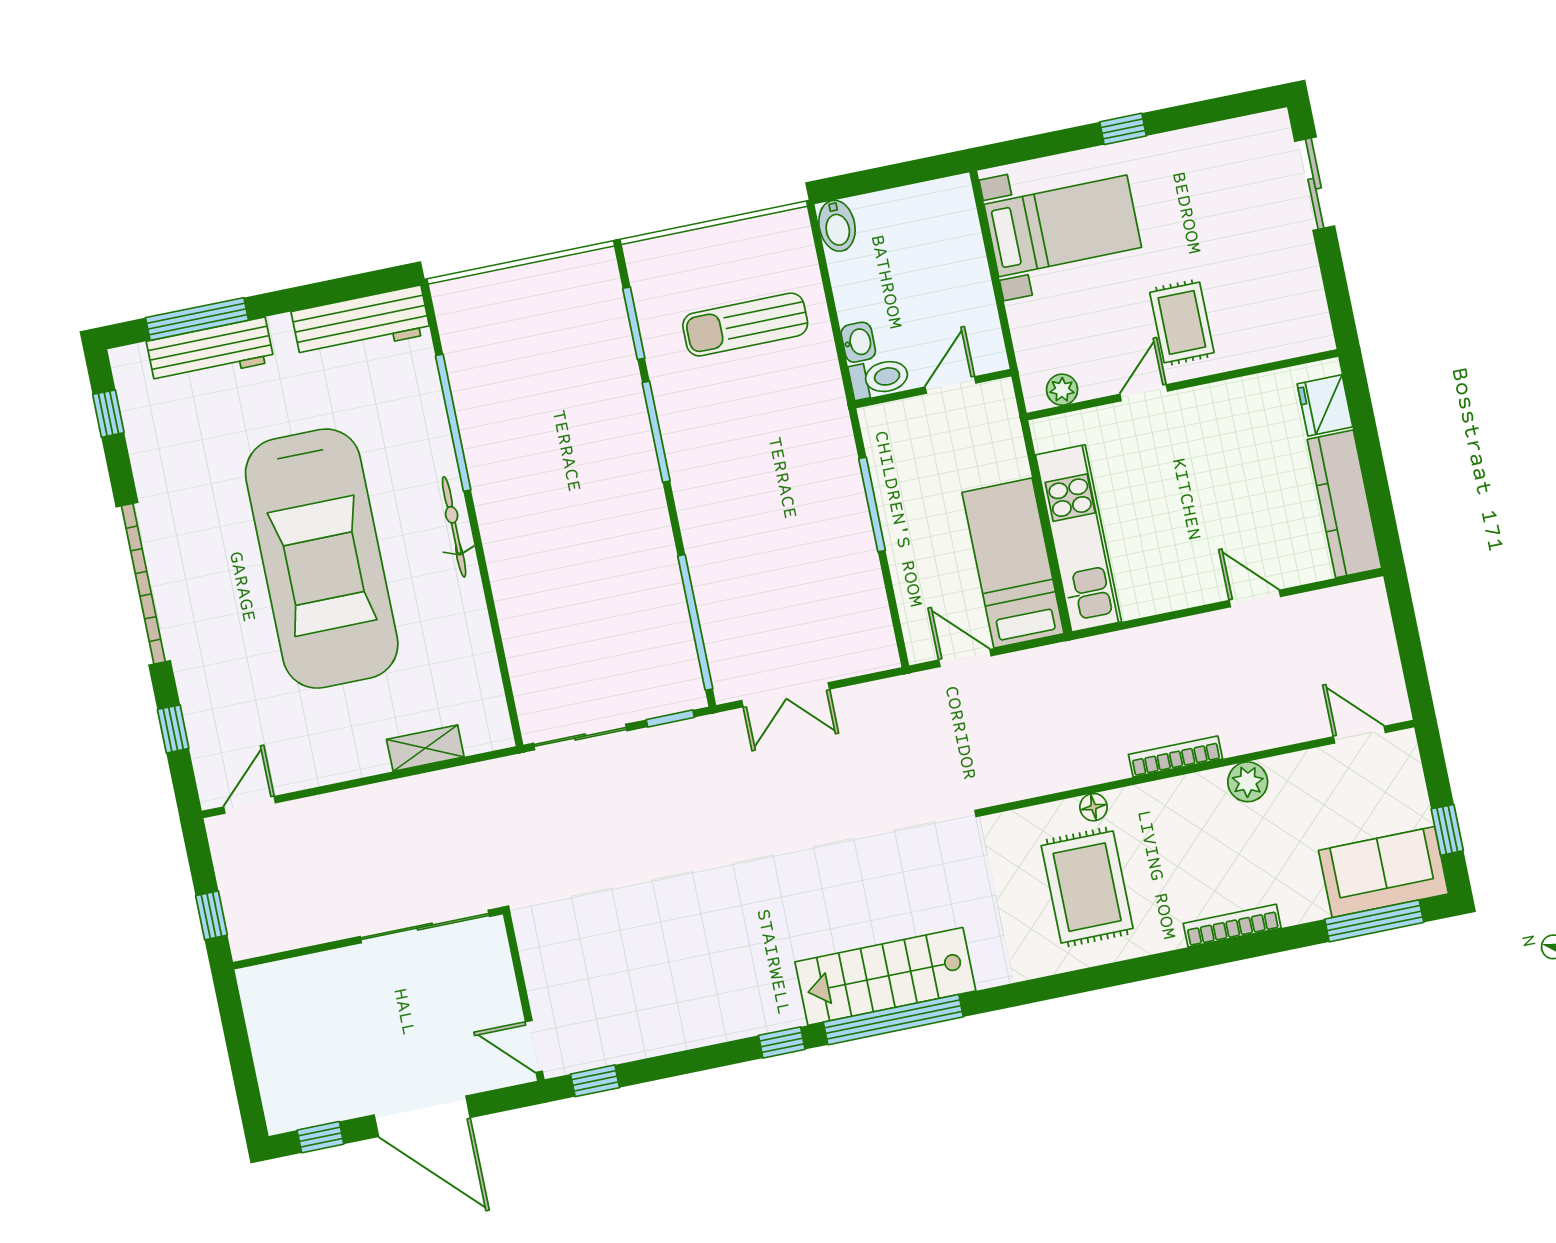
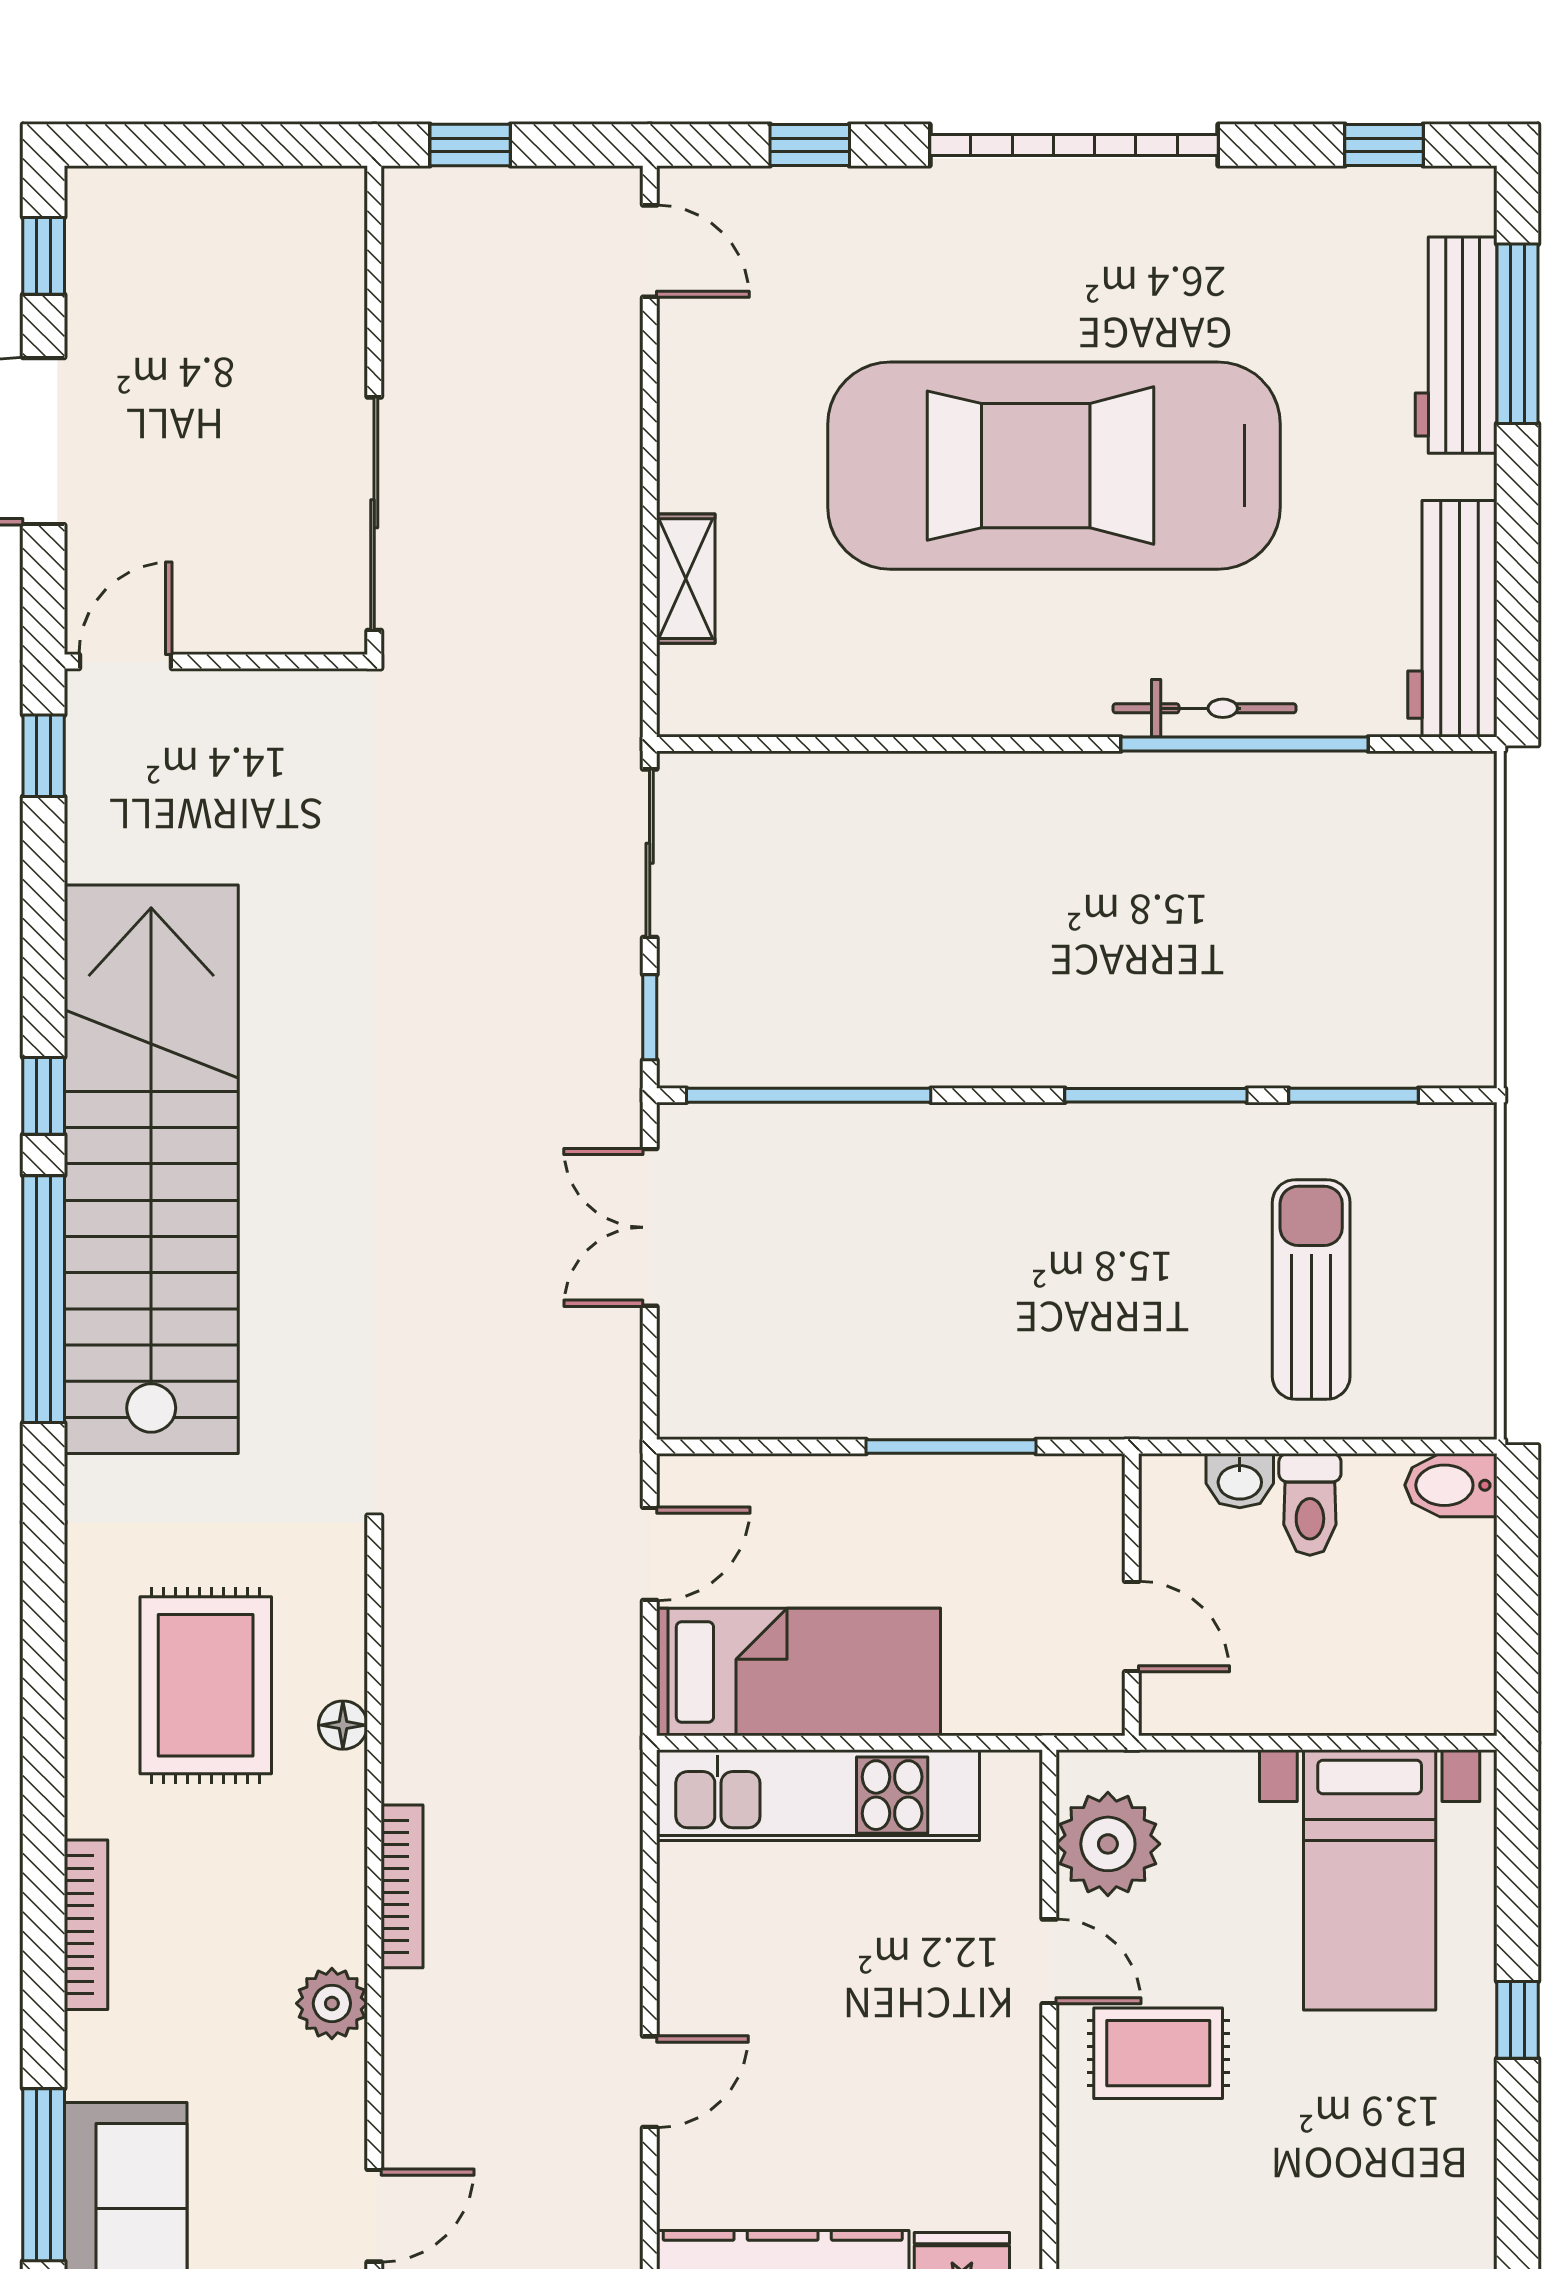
toilet: (879, 378) -> (1310, 1504), moved
plant: (1062, 390) -> (1108, 1844), width x1.87, depth x1.87
bicycle: (454, 527) -> (1205, 708), moved
rug: (1087, 887) -> (206, 1685), turned 90
stairs: (885, 976) -> (151, 1169), width x1.86, depth x1.51

